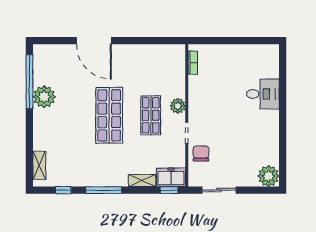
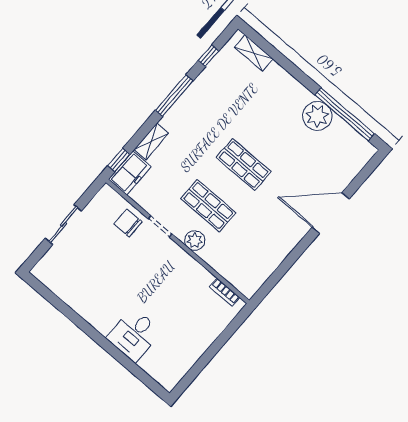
shop shelf: (109, 115) -> (244, 165), width x0.70, depth x0.74
chair: (201, 153) -> (128, 223), turned 180
plant: (268, 176) -> (48, 271), removed
sliding door: (219, 190) -> (63, 224), moved

